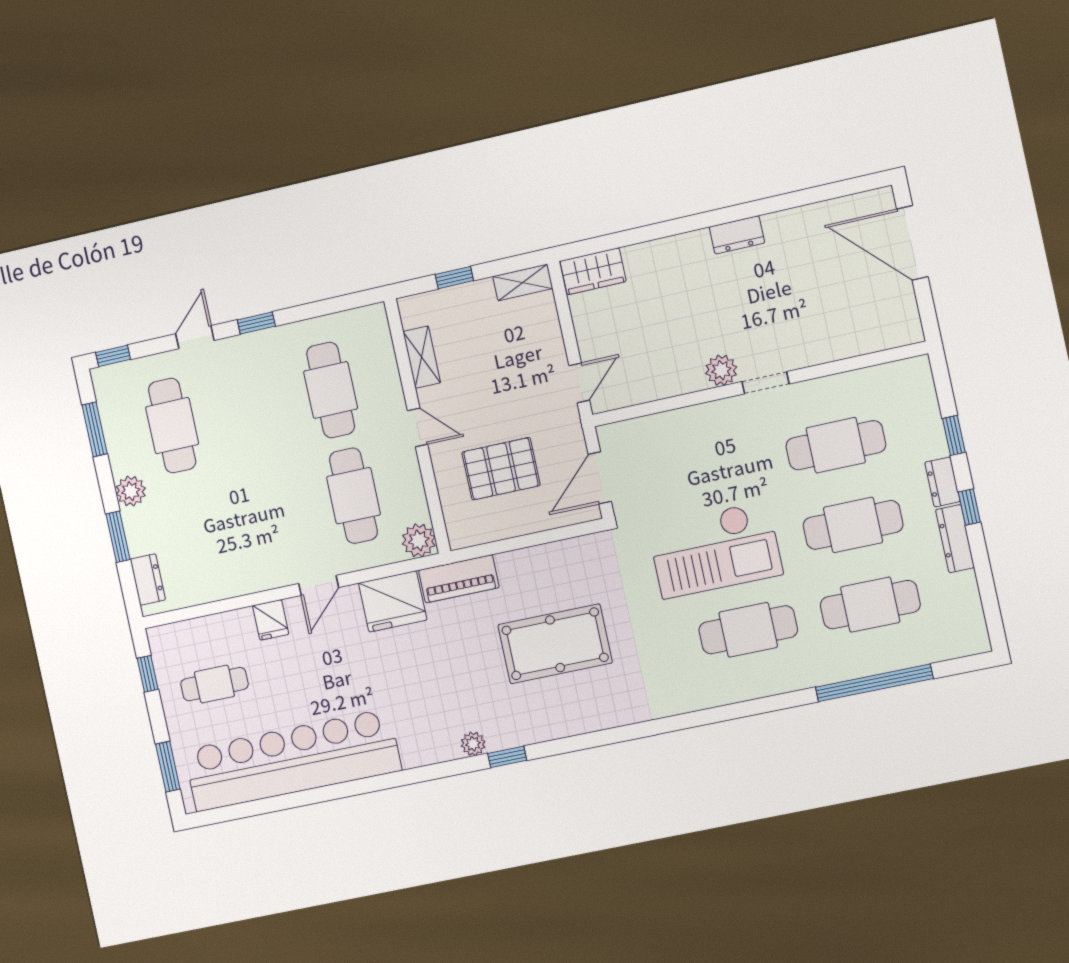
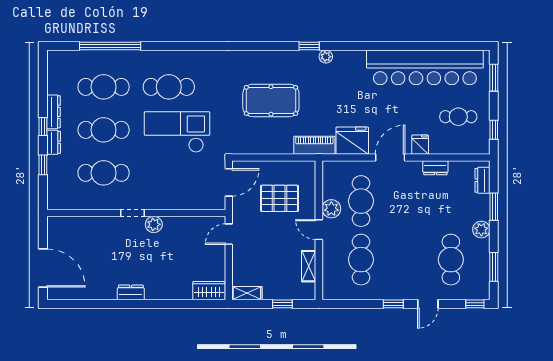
plant: (419, 540) -> (331, 209), moved
dresser: (235, 584) -> (435, 168), added
door: (319, 585) -> (390, 158), width x1.38

